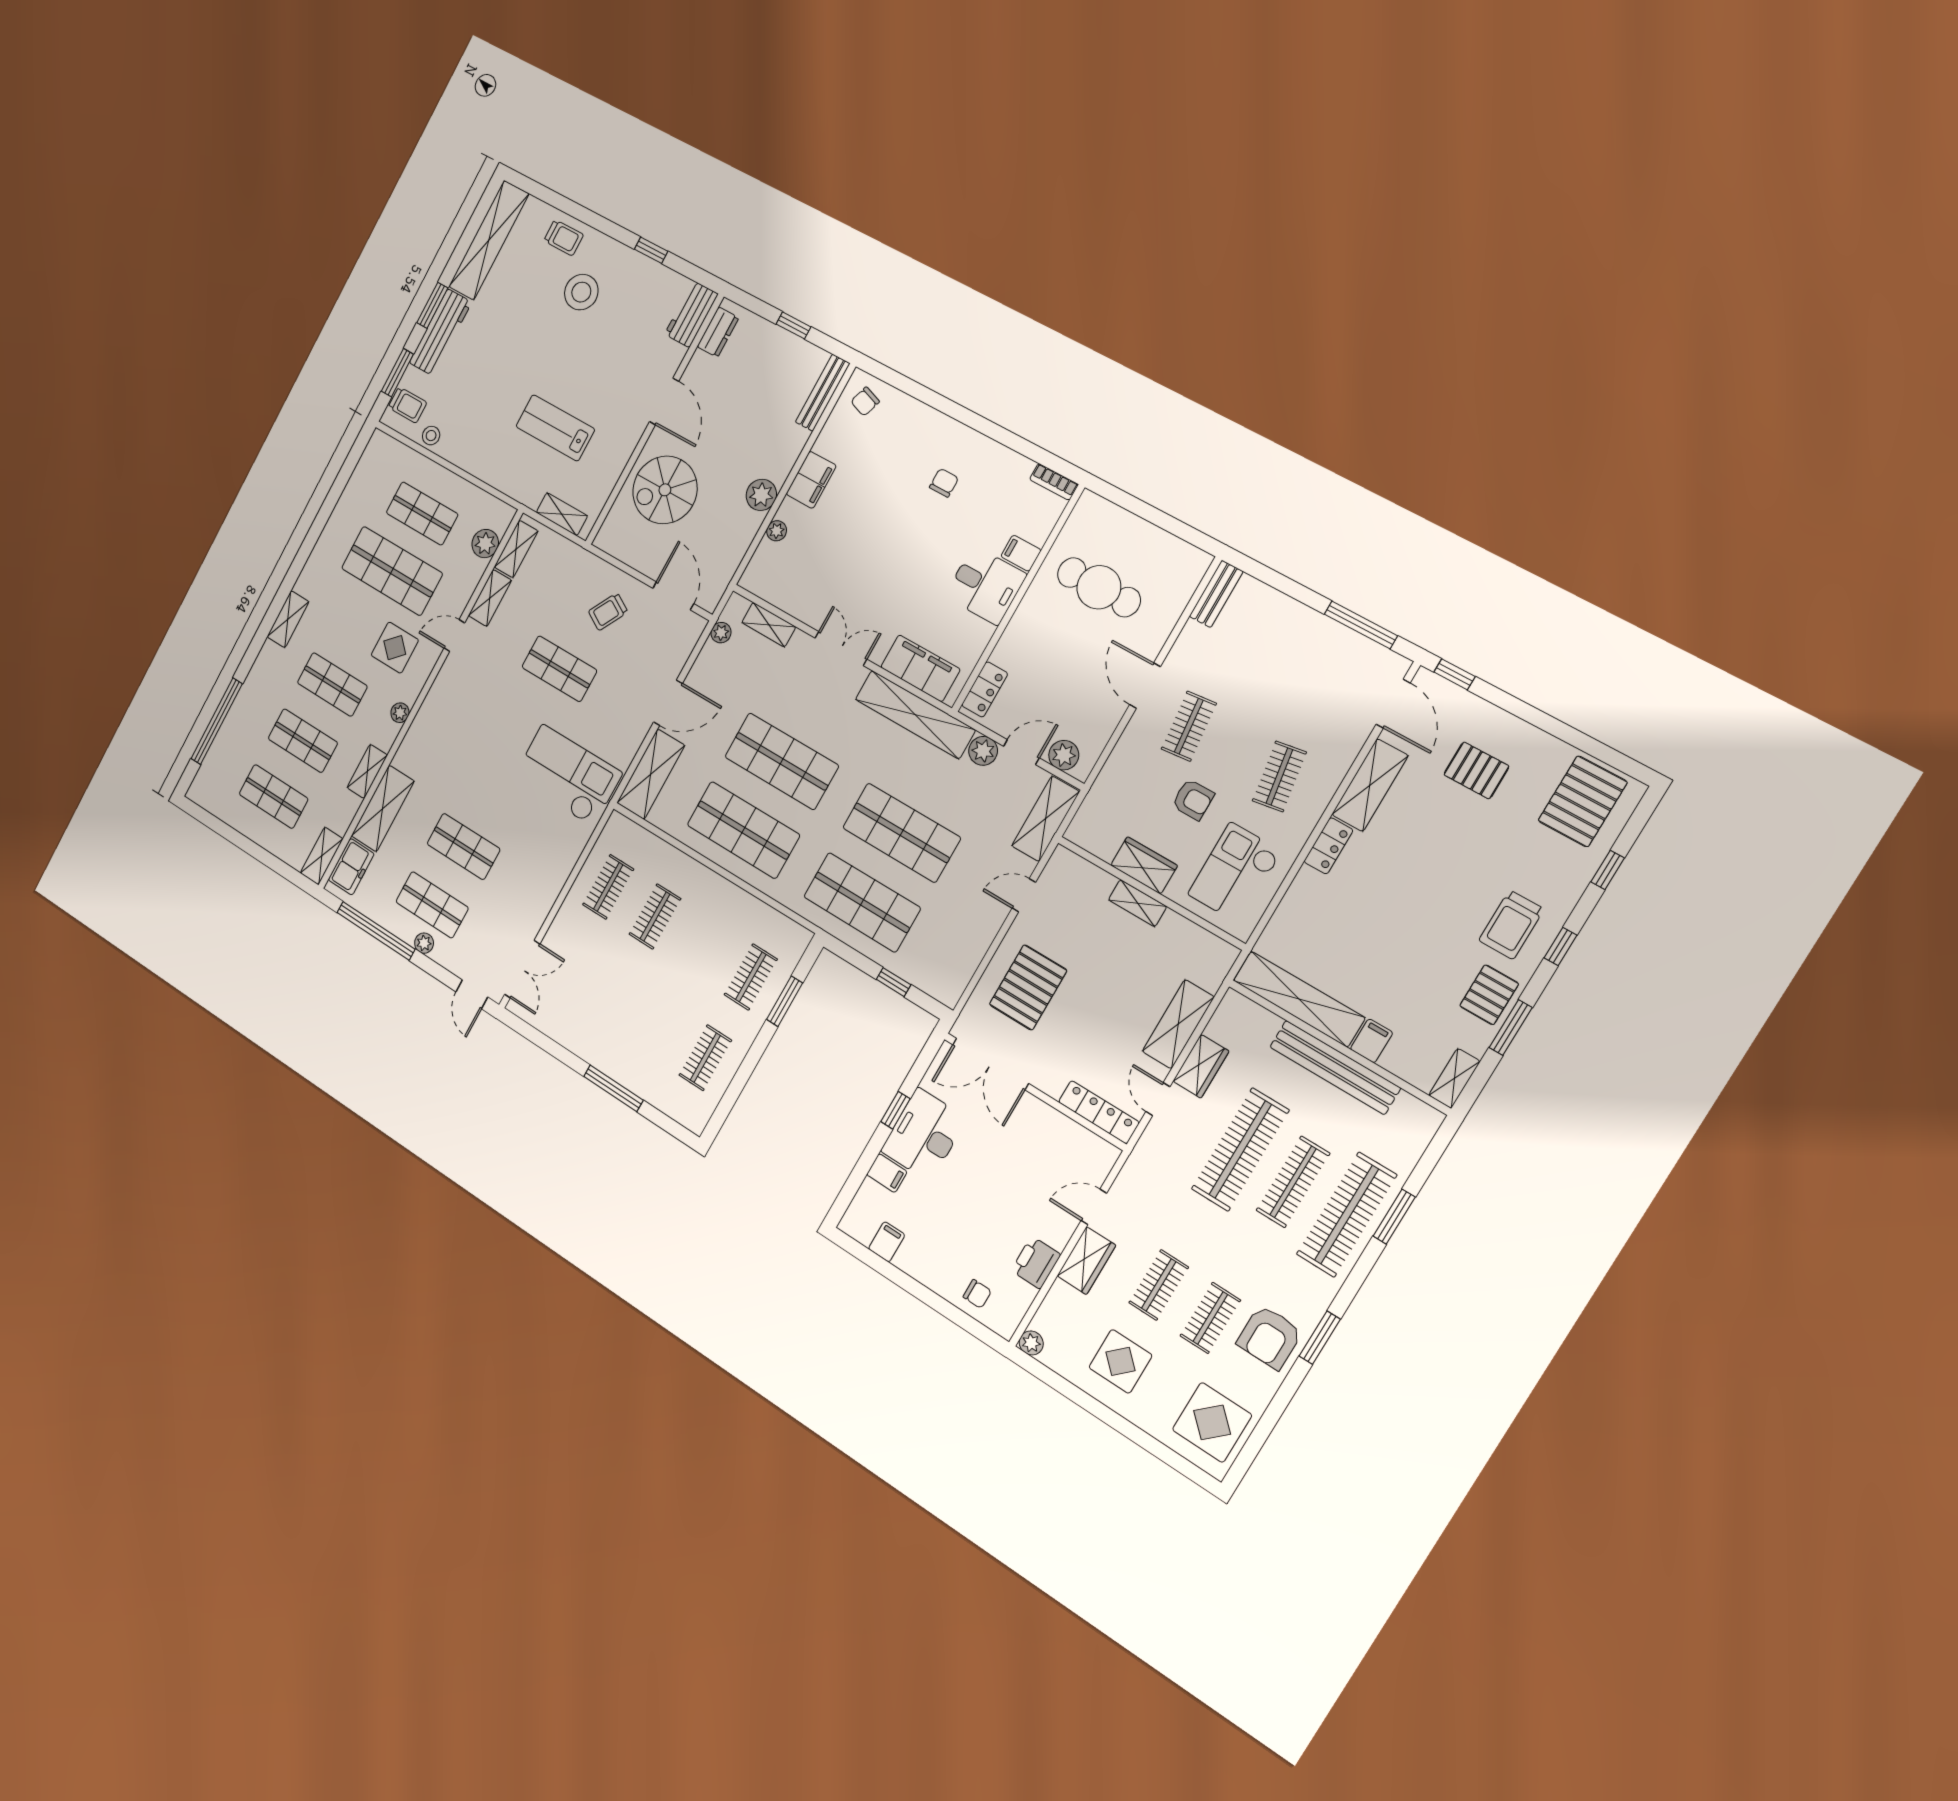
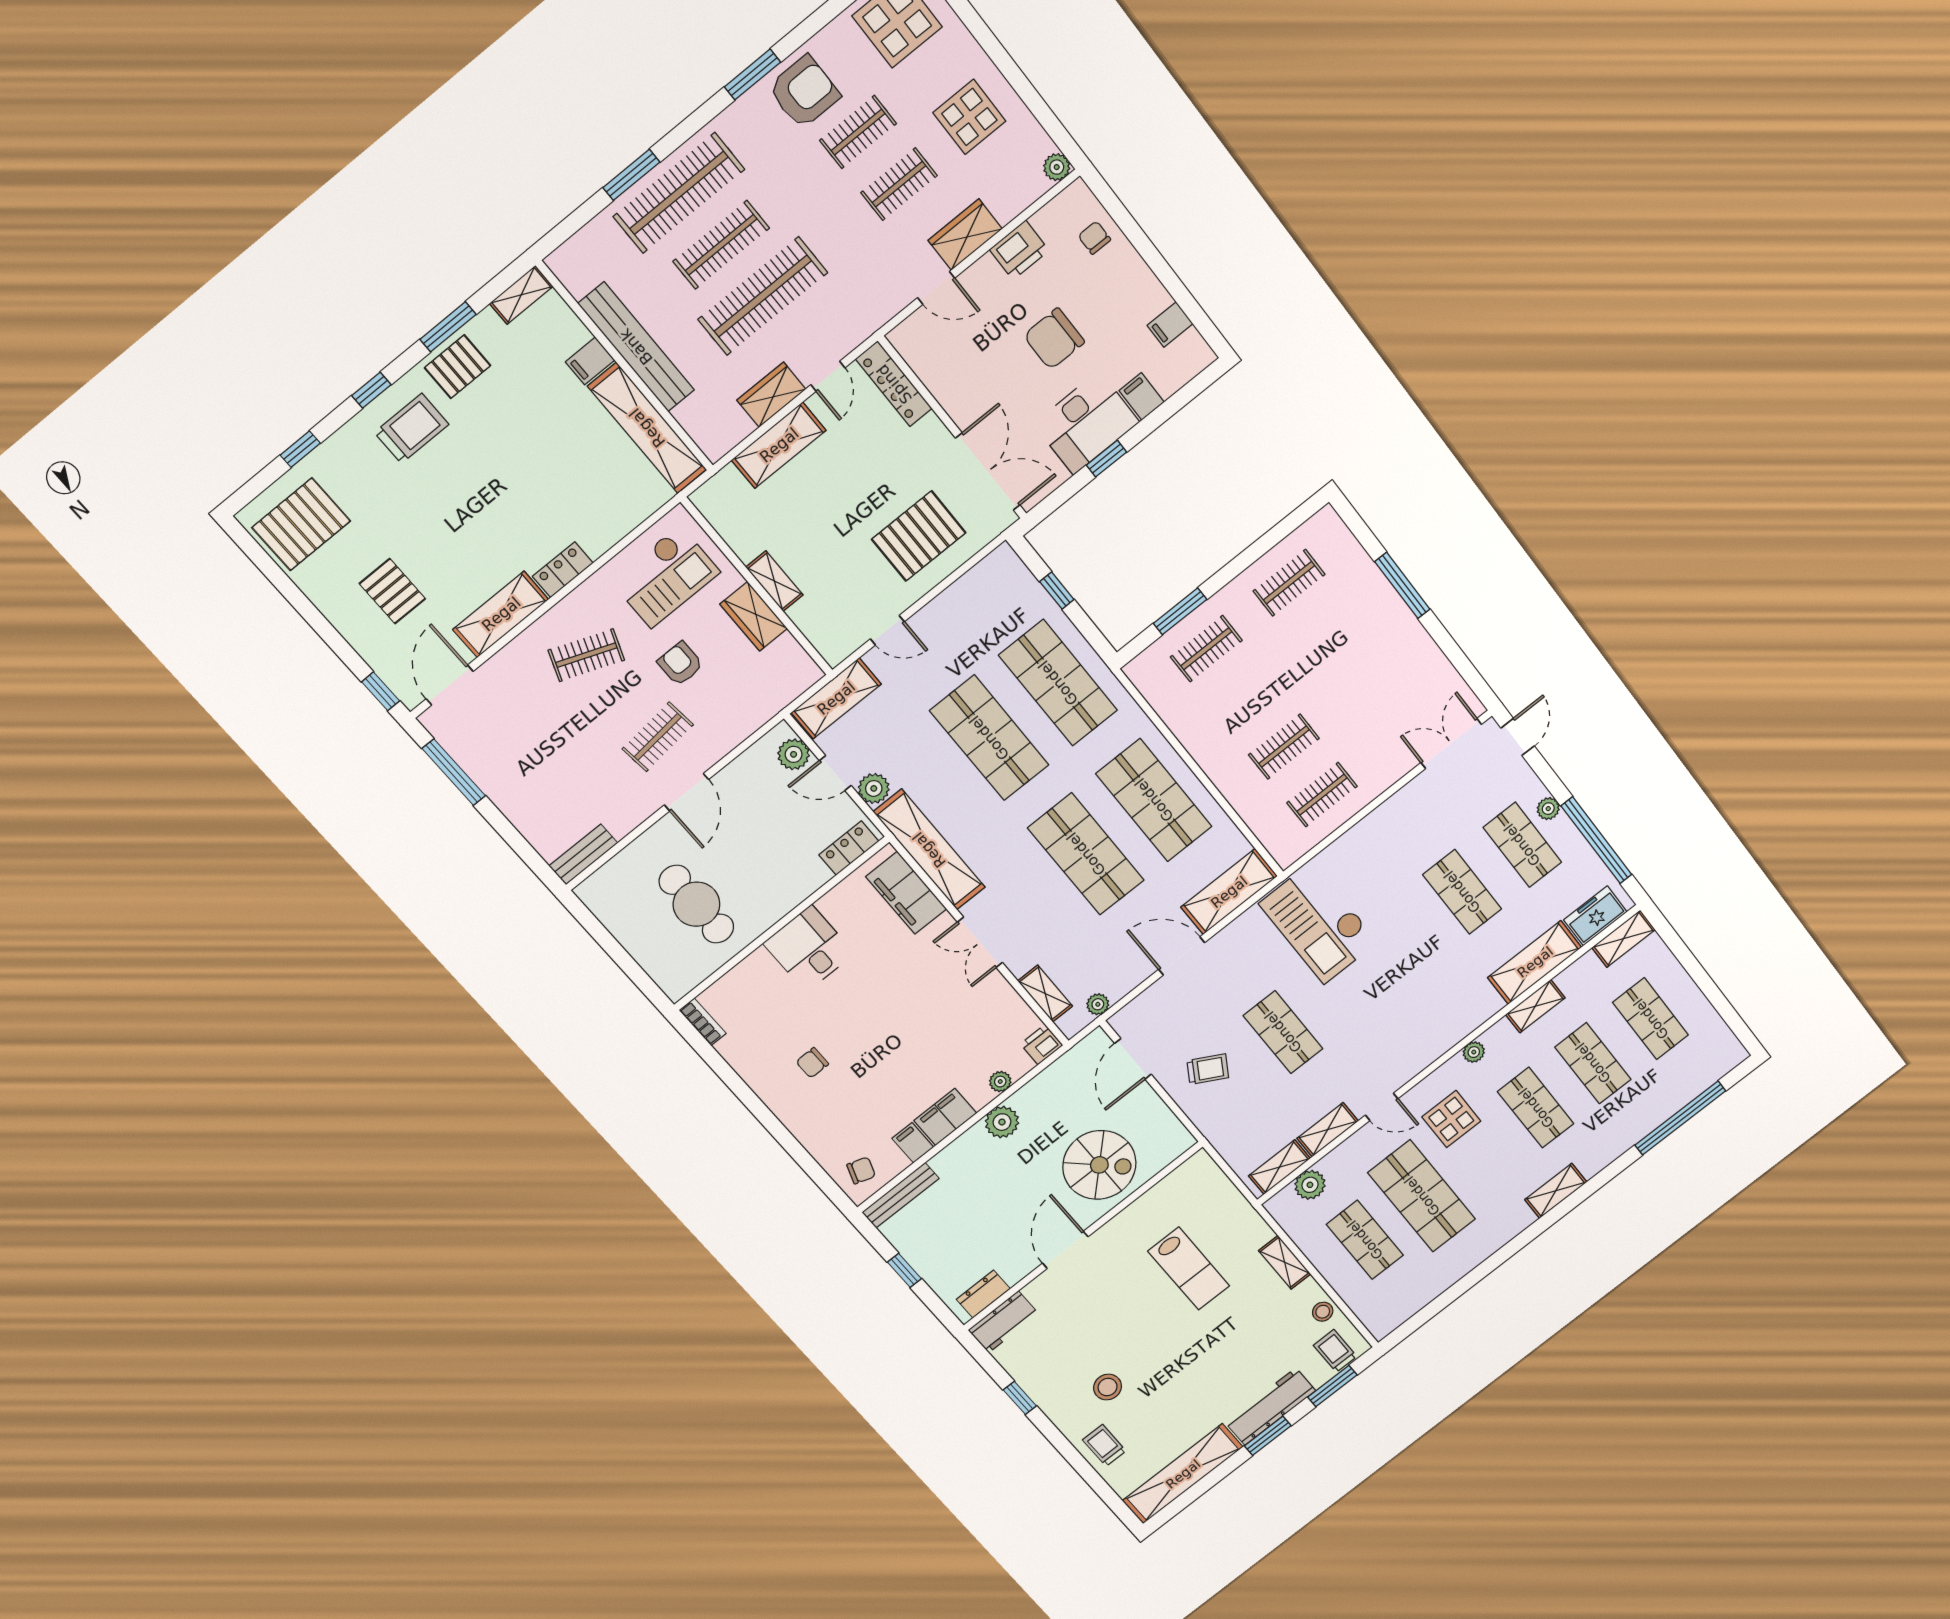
stool: (581, 292) -> (1108, 1387), width x0.73, depth x0.73
shelving: (562, 514) -> (1285, 1262), moved
filing cabinet: (1021, 553) -> (913, 1143), moved, turned 180
printer: (754, 578) -> (1042, 1045), added
clothes rail: (1279, 776) -> (586, 655), turned 30
chair: (978, 1197) -> (1054, 339), added

